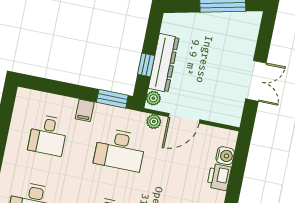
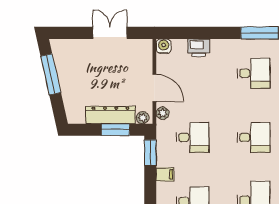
window: (146, 65) -> (115, 130), width x1.50
desk: (120, 150) -> (193, 137), width x0.73
water cooler: (225, 156) -> (164, 46), moved

